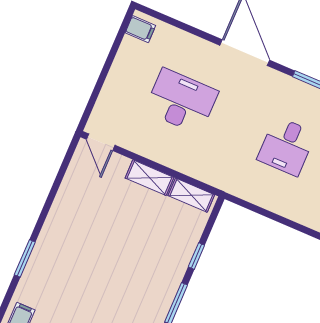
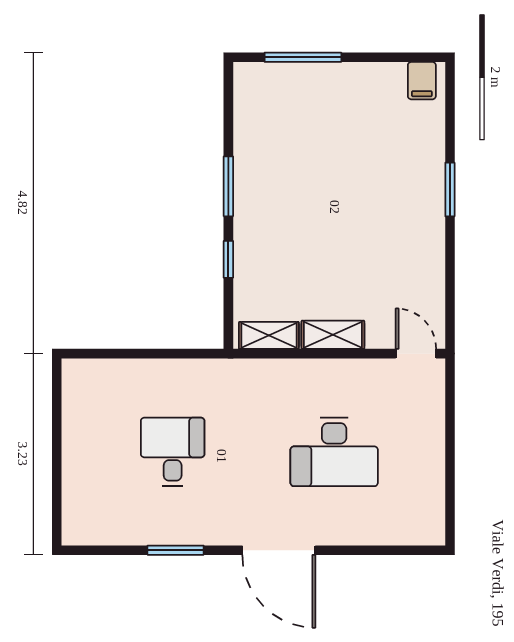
filing cabinet: (140, 29) -> (427, 523), removed
window: (25, 258) -> (450, 190), moved

